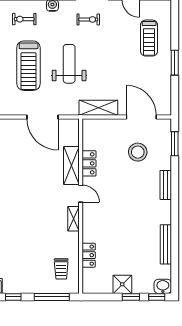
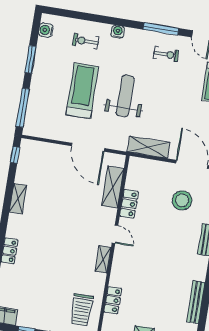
exercise bike: (88, 19) -> (166, 54), moved
treadmill: (29, 66) -> (82, 91), turned 180
shelving: (71, 166) -> (113, 187), moved
trolley: (61, 269) -> (82, 310), width x1.36, depth x1.39

